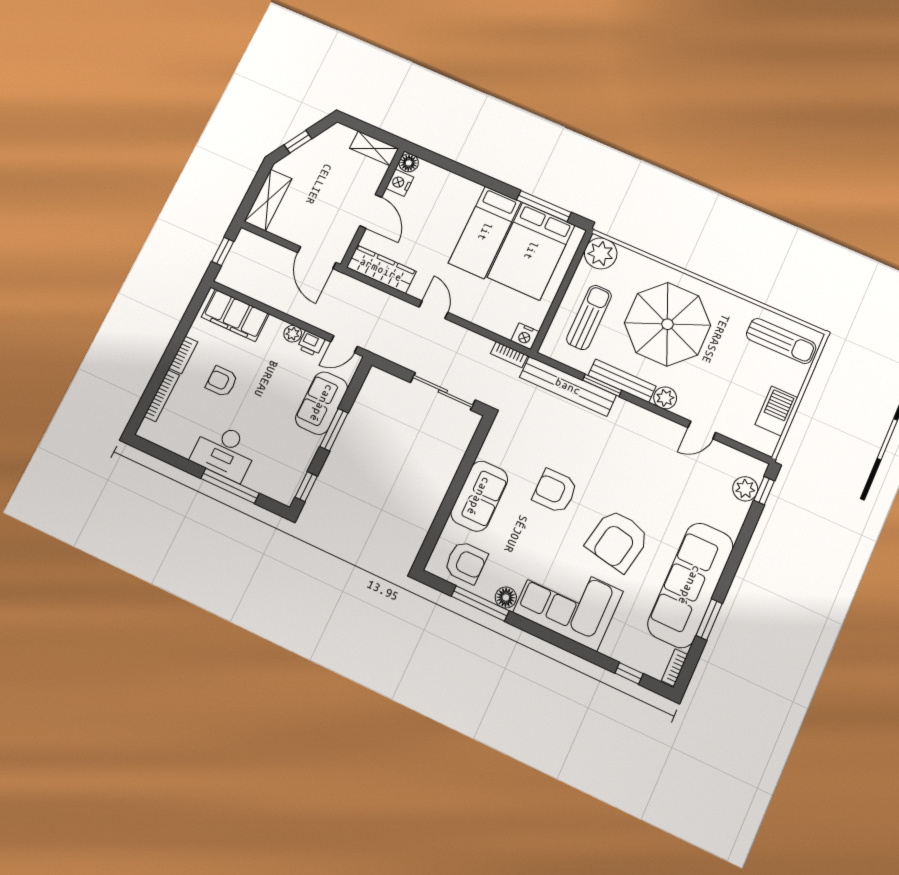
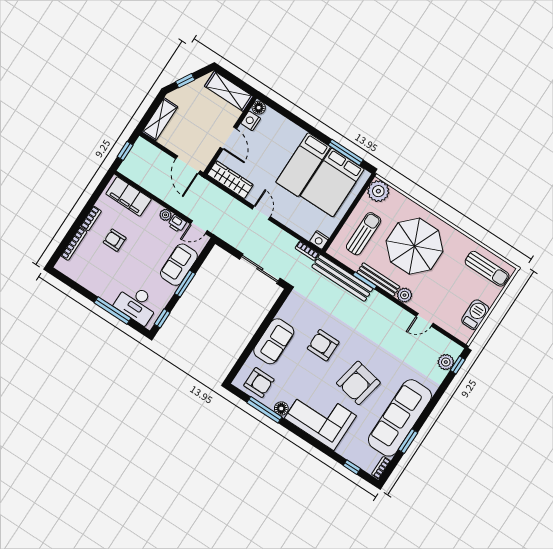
shelving: (374, 148) -> (229, 91), width x1.50, depth x1.33
desk: (224, 452) -> (137, 304), moved

